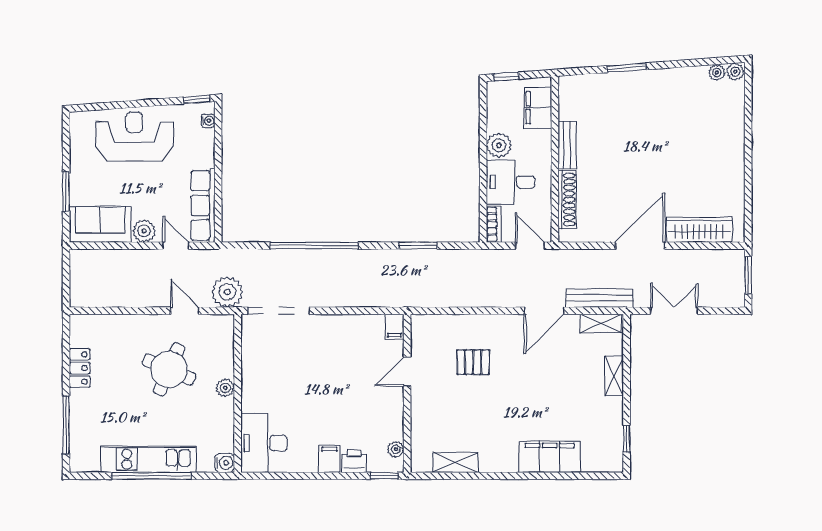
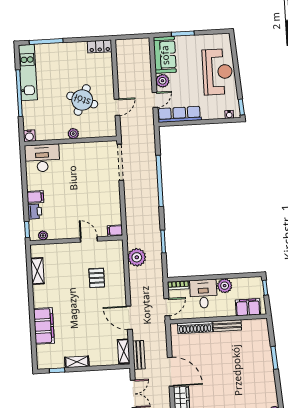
plant: (227, 292) -> (137, 257), moved
bench: (599, 298) -> (139, 355), width x0.73
locker: (80, 368) -> (100, 46), moved
shelving: (614, 376) -> (77, 362), moved
kitchen unit: (149, 459) -> (28, 72), moved

